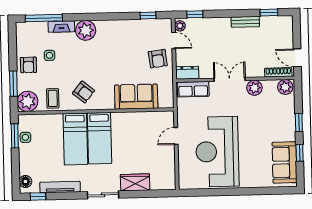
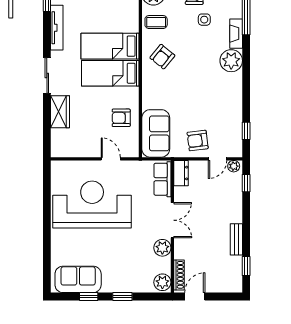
sofa: (136, 97) -> (156, 133), moved
armchair: (139, 127) -> (121, 118), added

